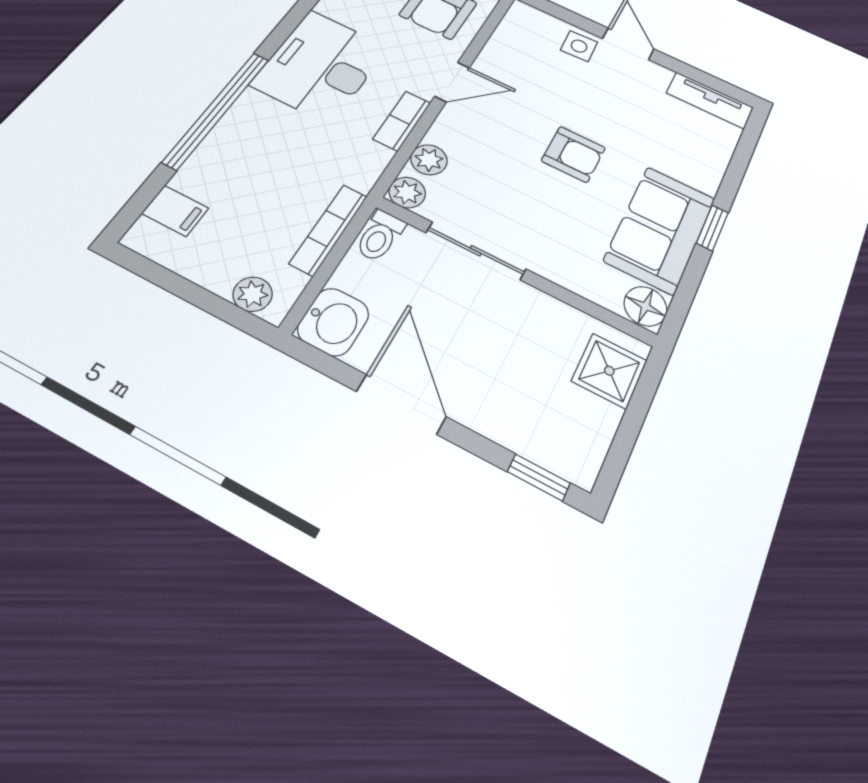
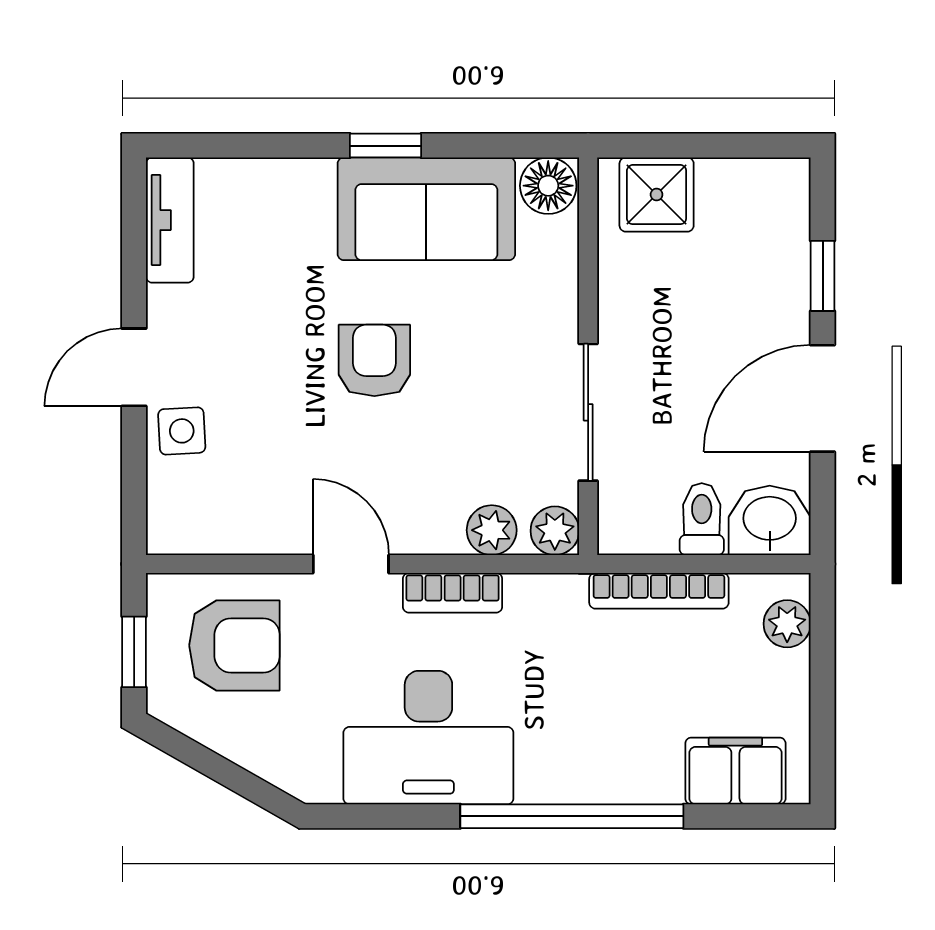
filing cabinet: (175, 211) -> (735, 771), width x2.00
toilet: (380, 236) -> (702, 519), moved, turned -90
window: (539, 477) -> (823, 276), moved

